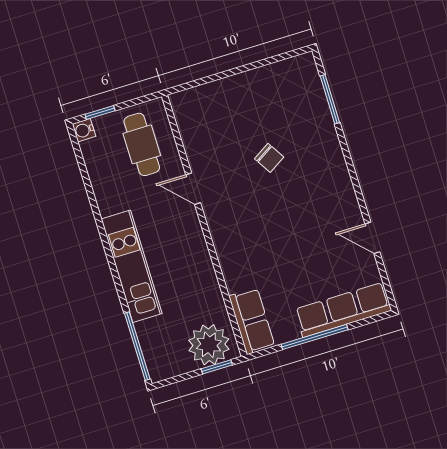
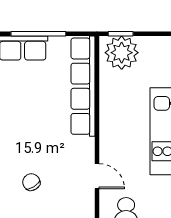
row of seats: (252, 321) -> (83, 86), width x2.02

